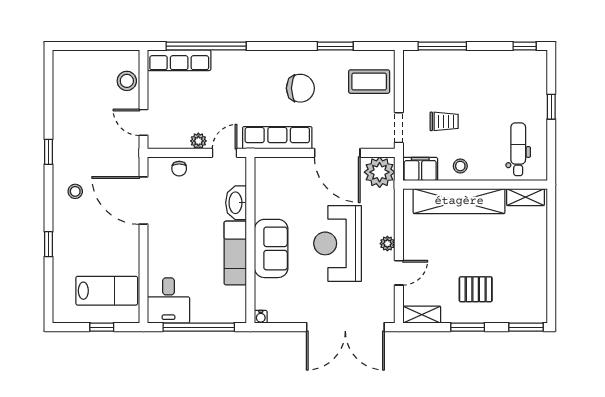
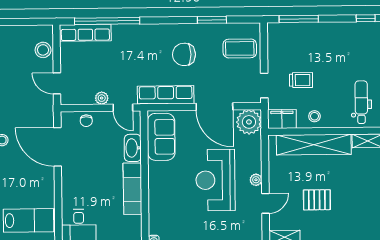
chair: (300, 88) -> (184, 54), turned 180
door: (225, 153) -> (123, 108), swing flipped
sofa: (271, 248) -> (161, 137), moved
pallet: (476, 289) -> (317, 200), moved

